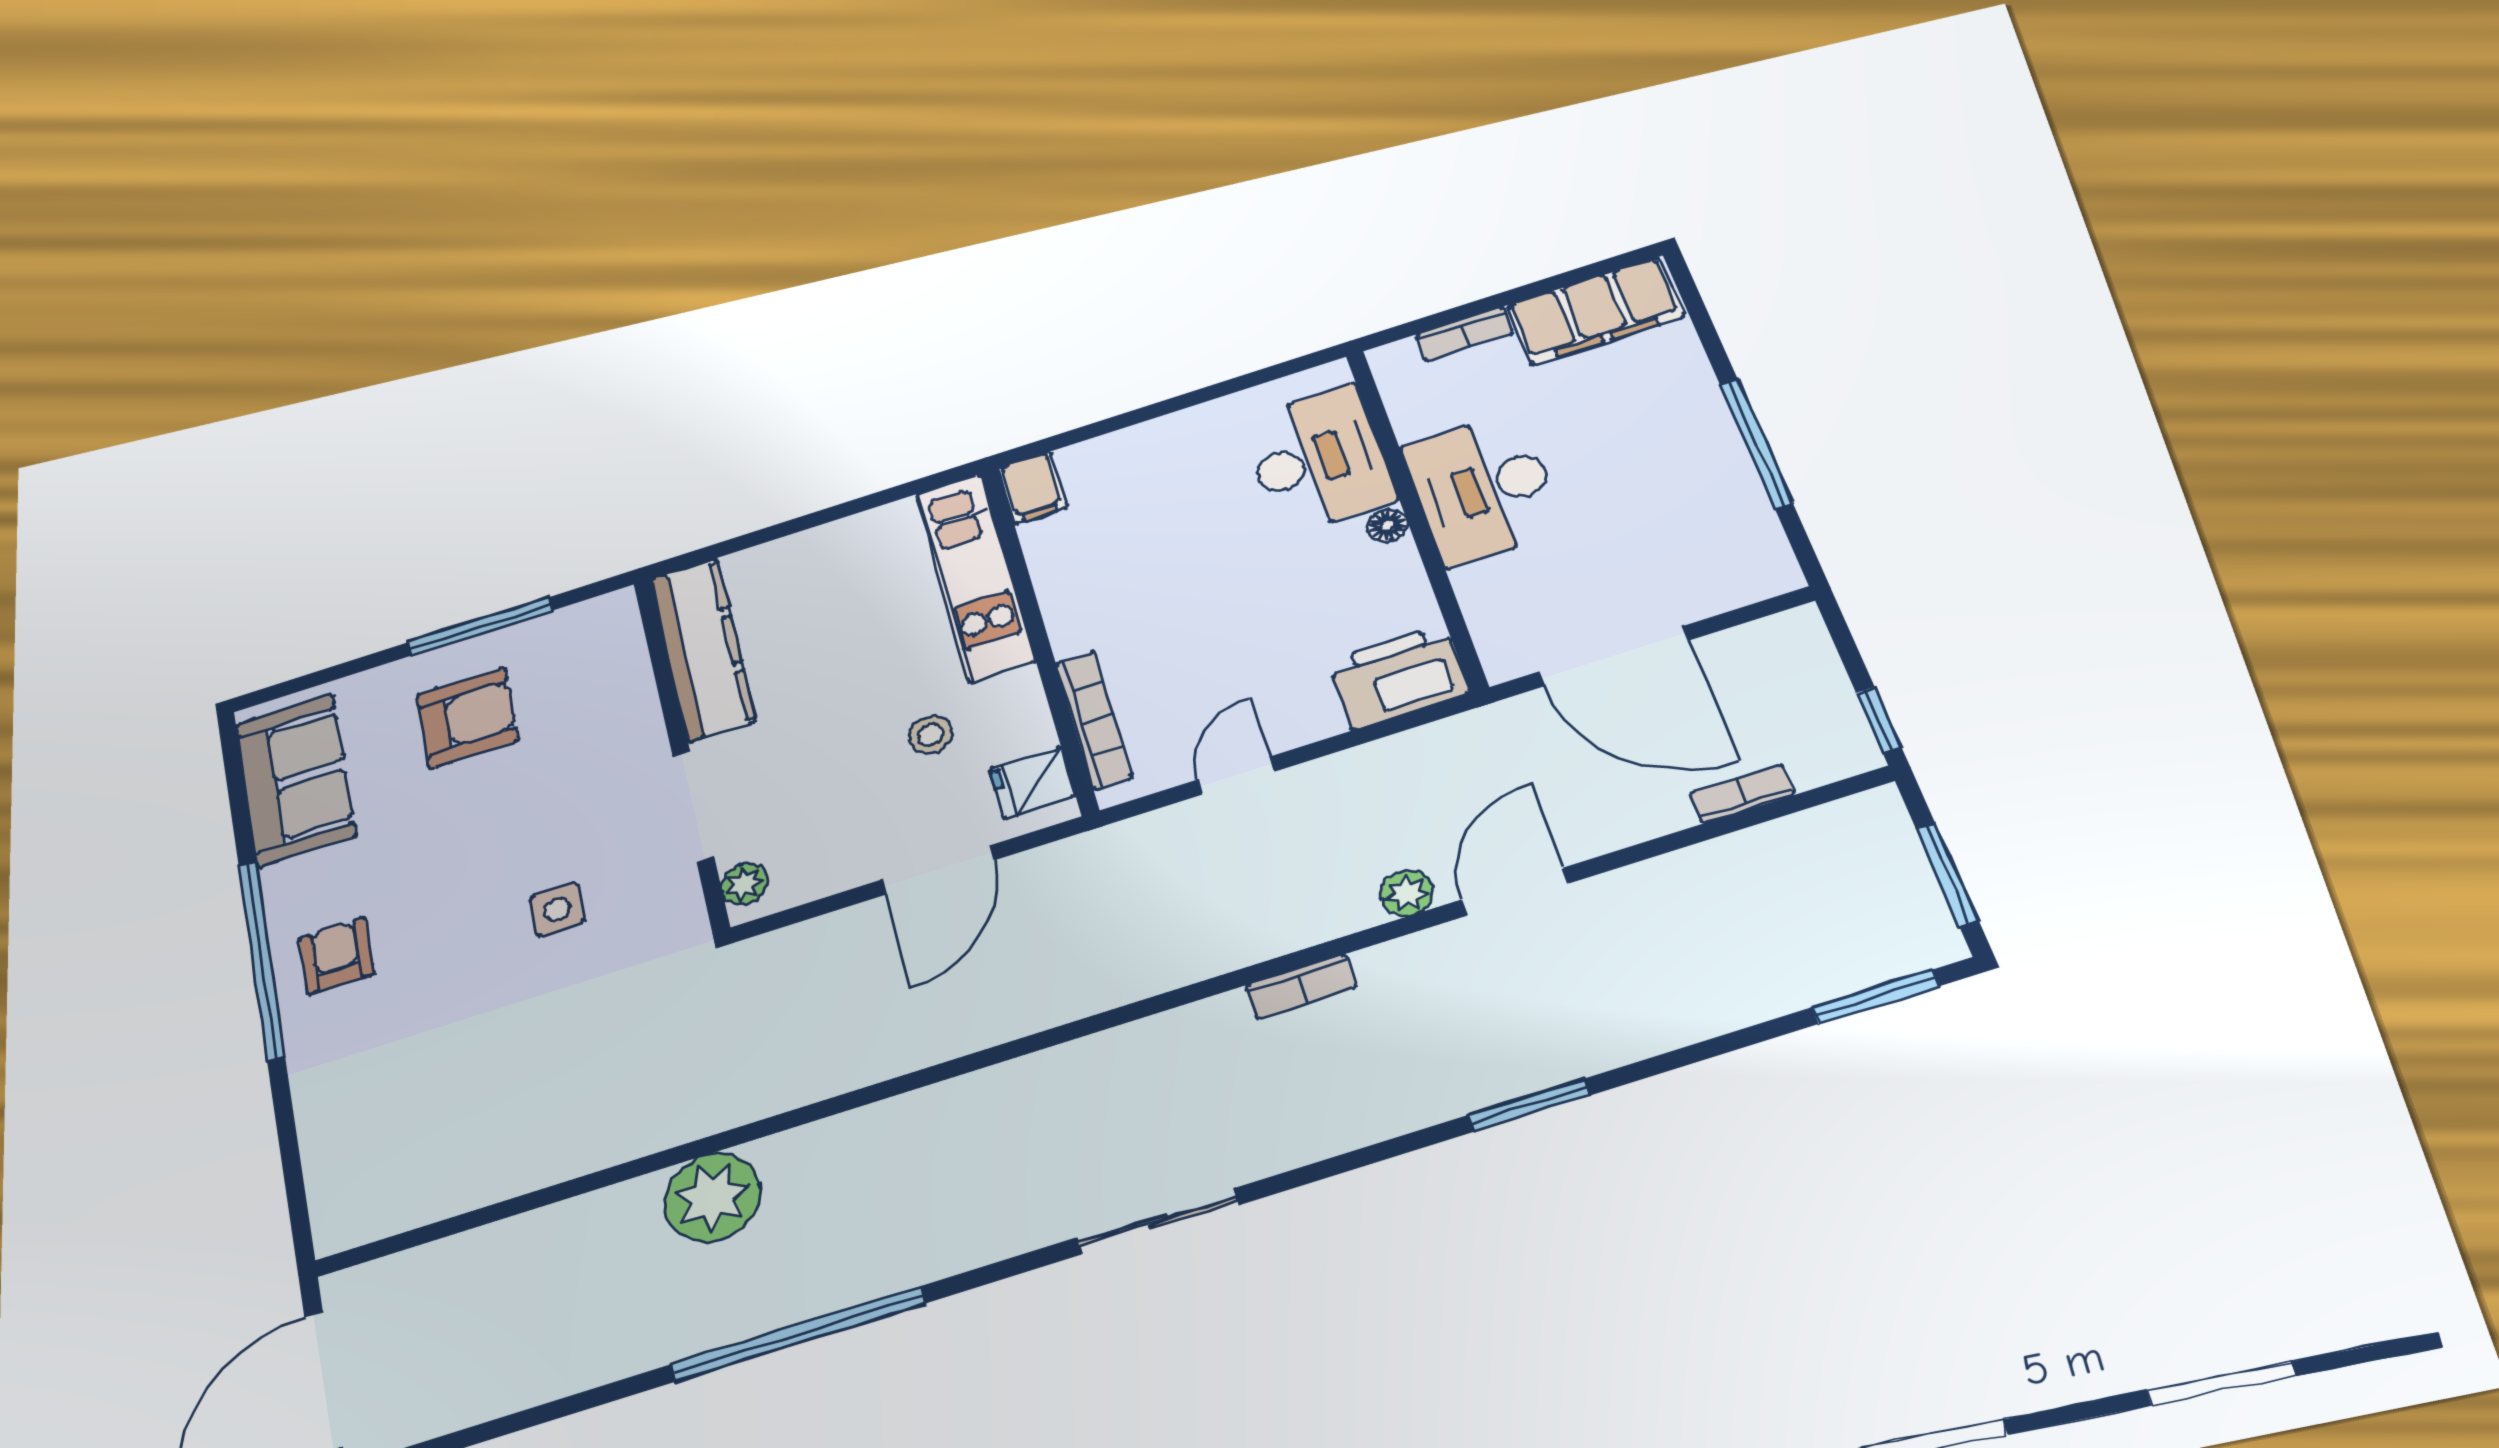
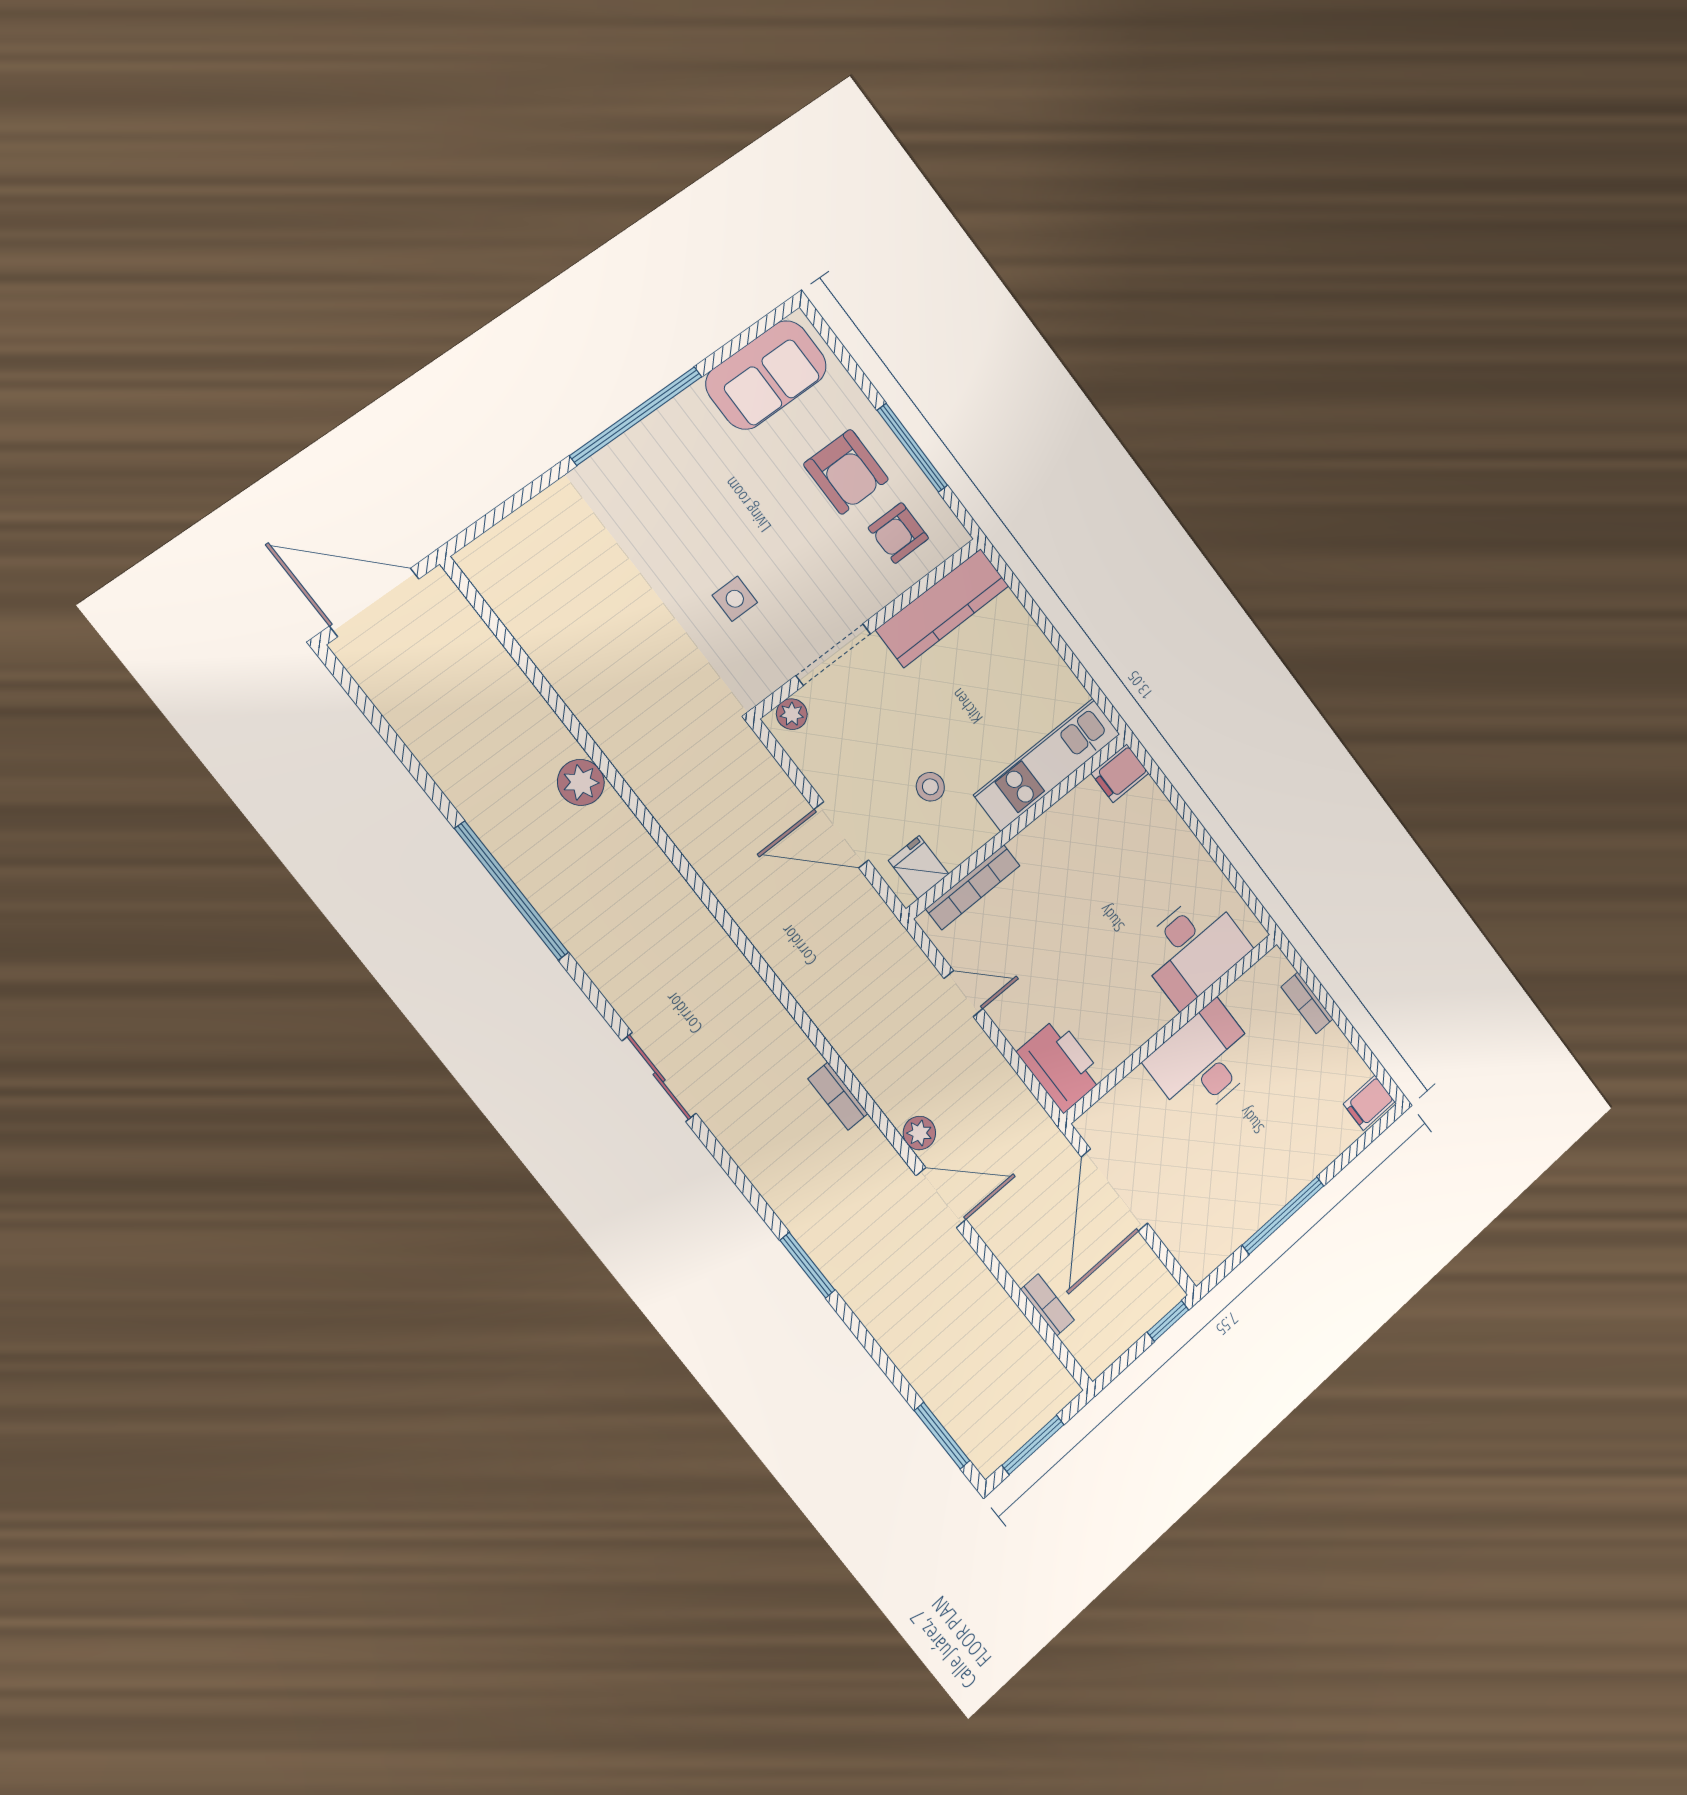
filing cabinet: (1596, 311) -> (1369, 1103), width x0.33, depth x0.86
floor lamp: (1388, 525) -> (1161, 1013), removed
window: (1879, 720) -> (1168, 1321), moved
armchair: (336, 956) -> (898, 533), moved, turned 180
plant: (713, 1197) -> (581, 782), width x0.73, depth x0.73

